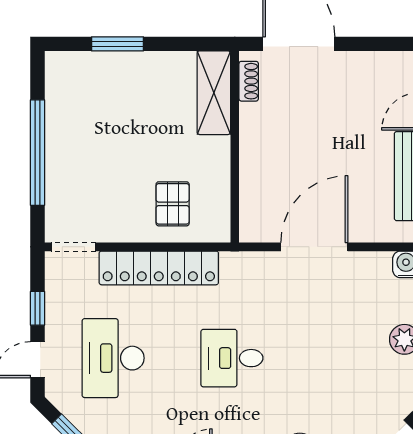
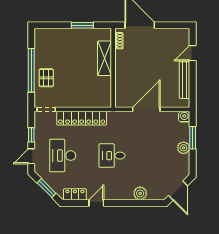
window: (117, 44) -> (82, 25), moved
shelving: (214, 93) -> (104, 58), moved
pallet: (173, 204) -> (46, 78), moved

